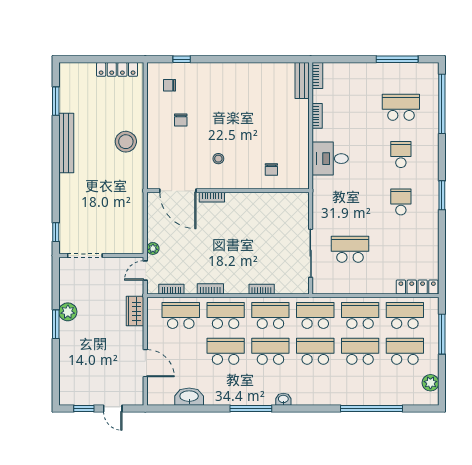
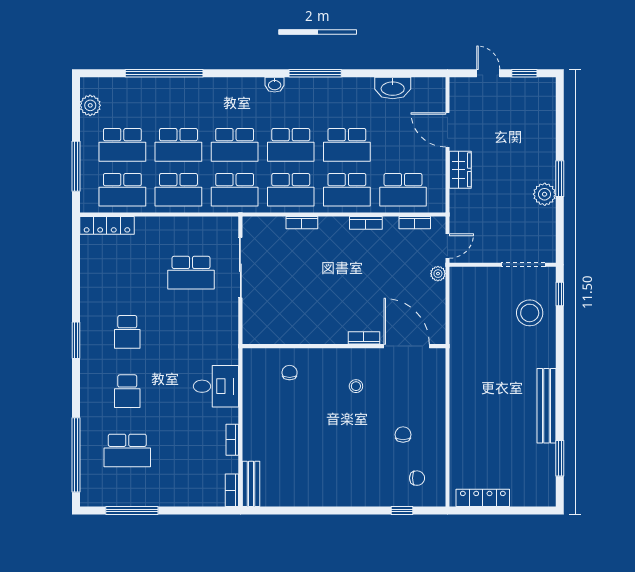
stool: (126, 142) -> (530, 313), moved
wardrobe: (135, 311) -> (460, 170), moved

